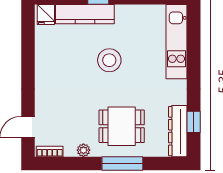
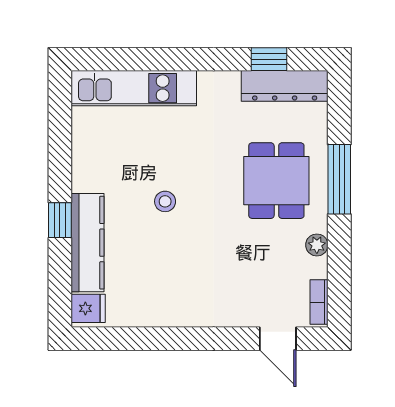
stool: (109, 60) -> (165, 201), width x0.53, depth x0.53

